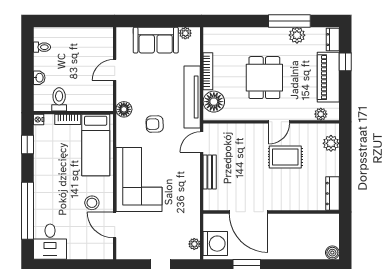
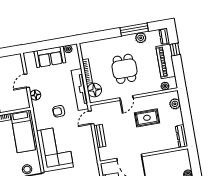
floor lamp: (124, 109) -> (35, 95), moved
door: (279, 122) -> (126, 98), moved

